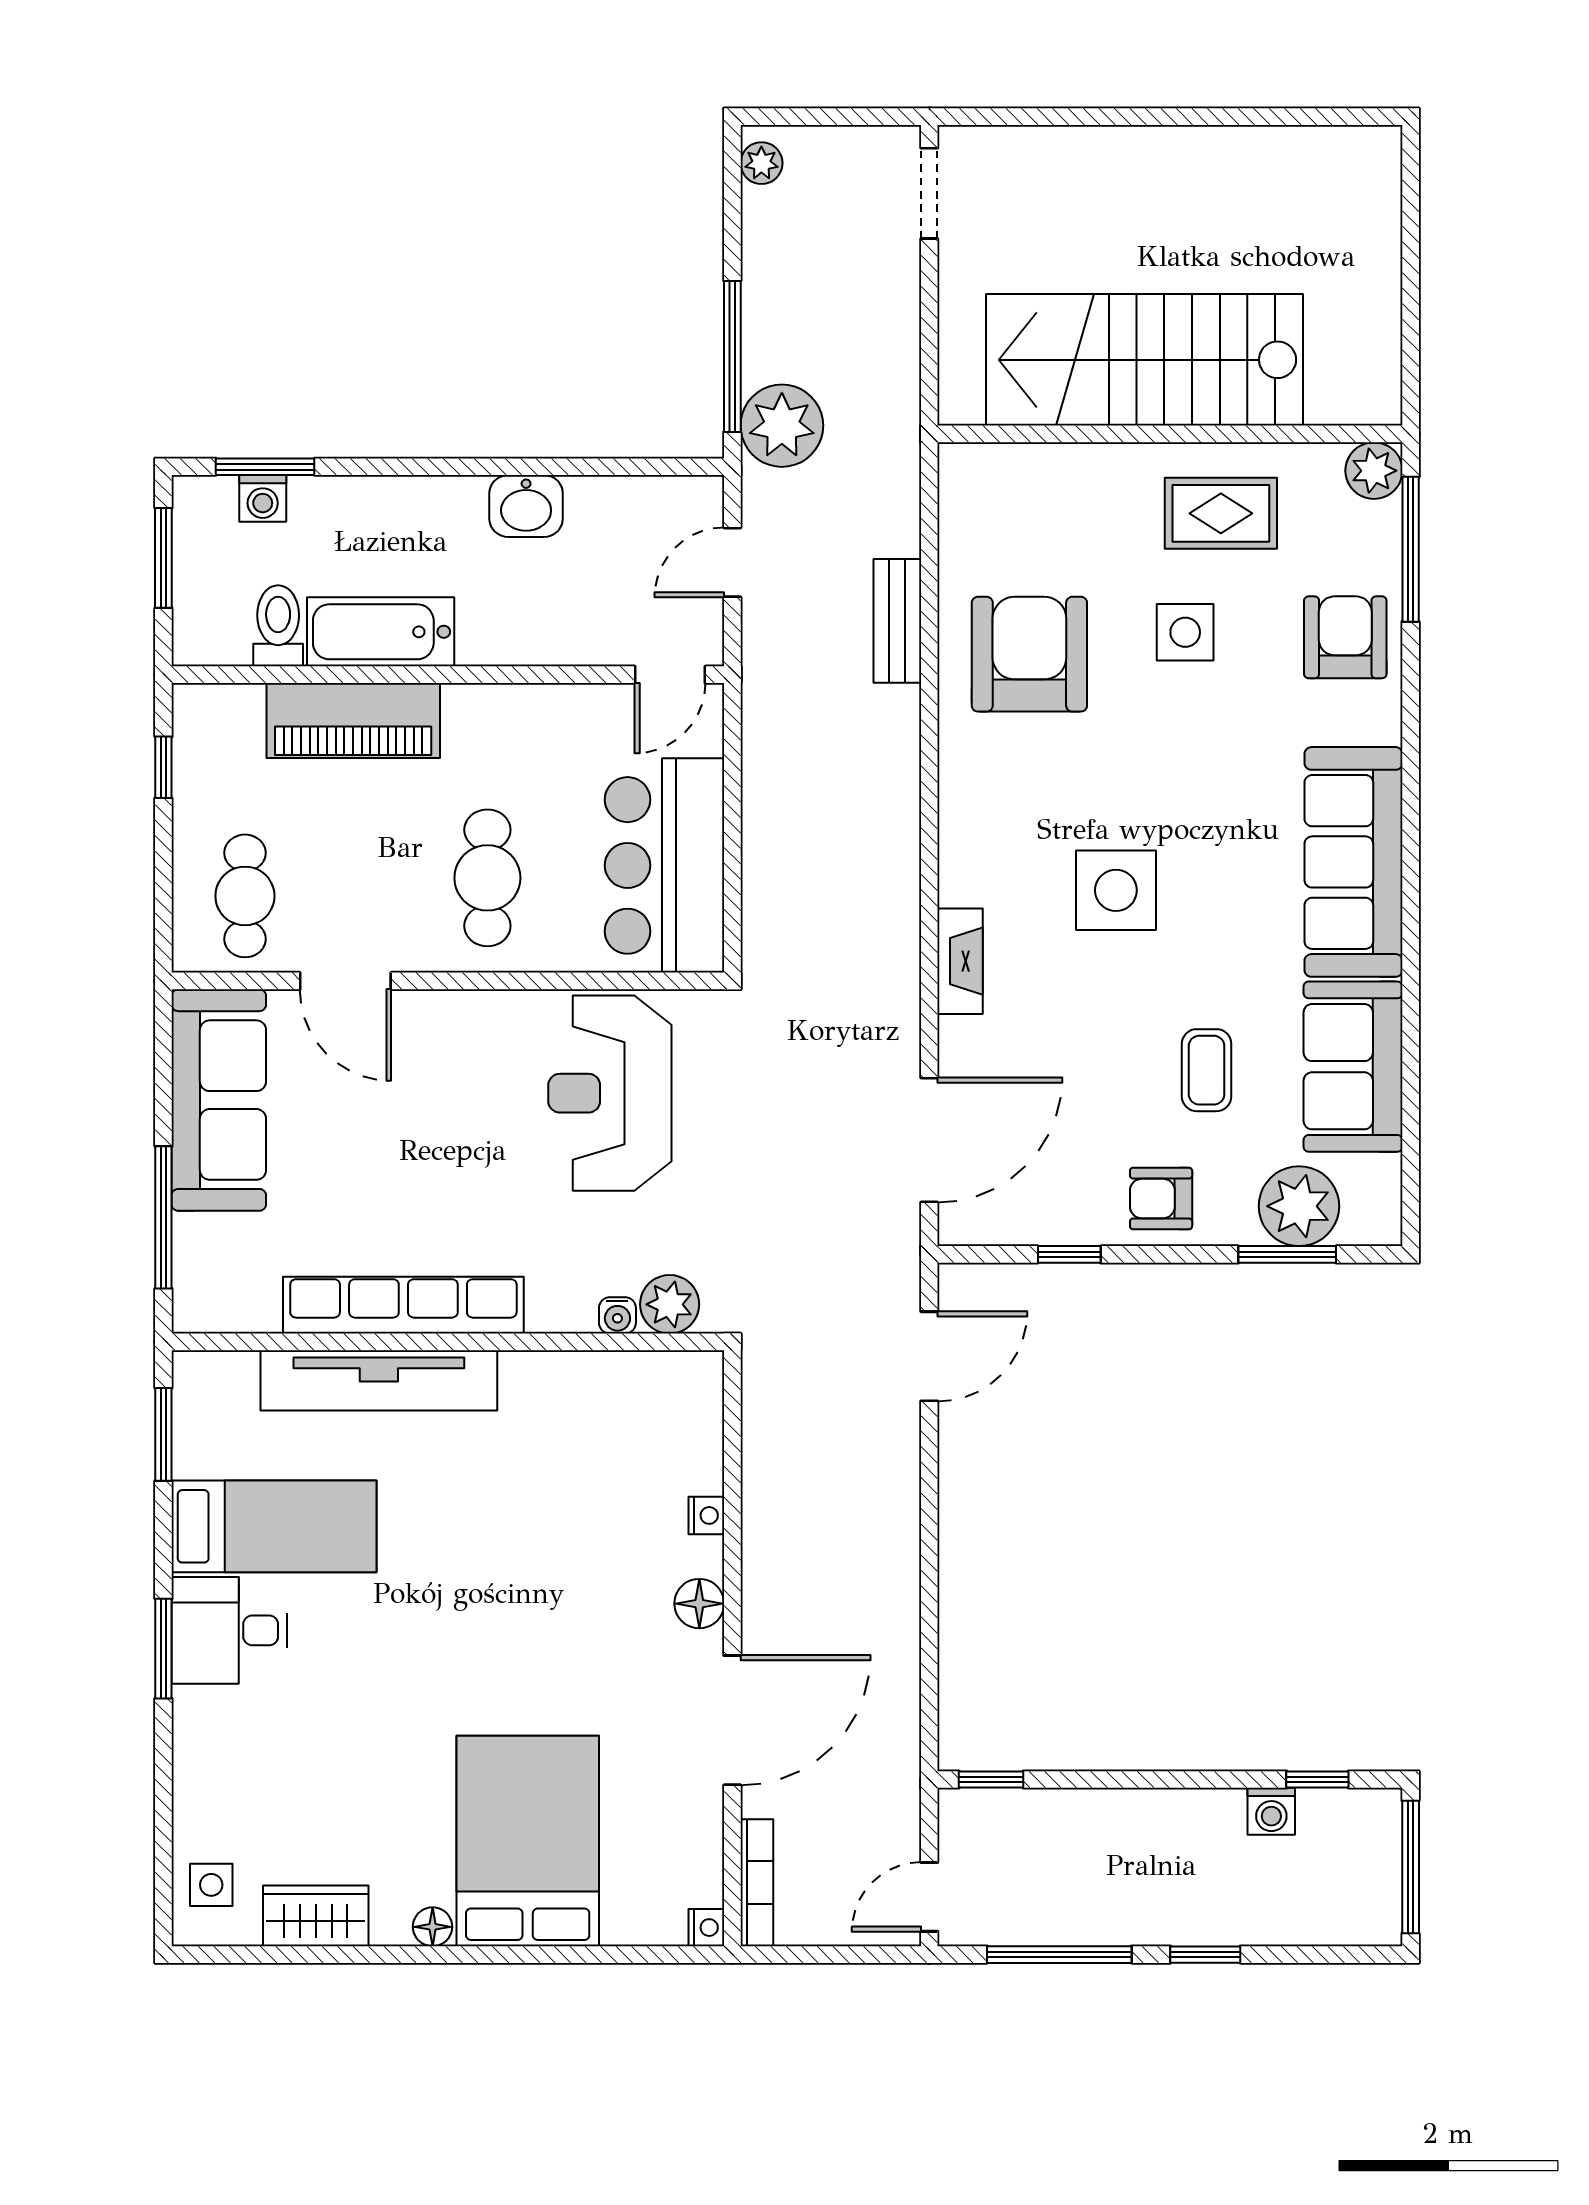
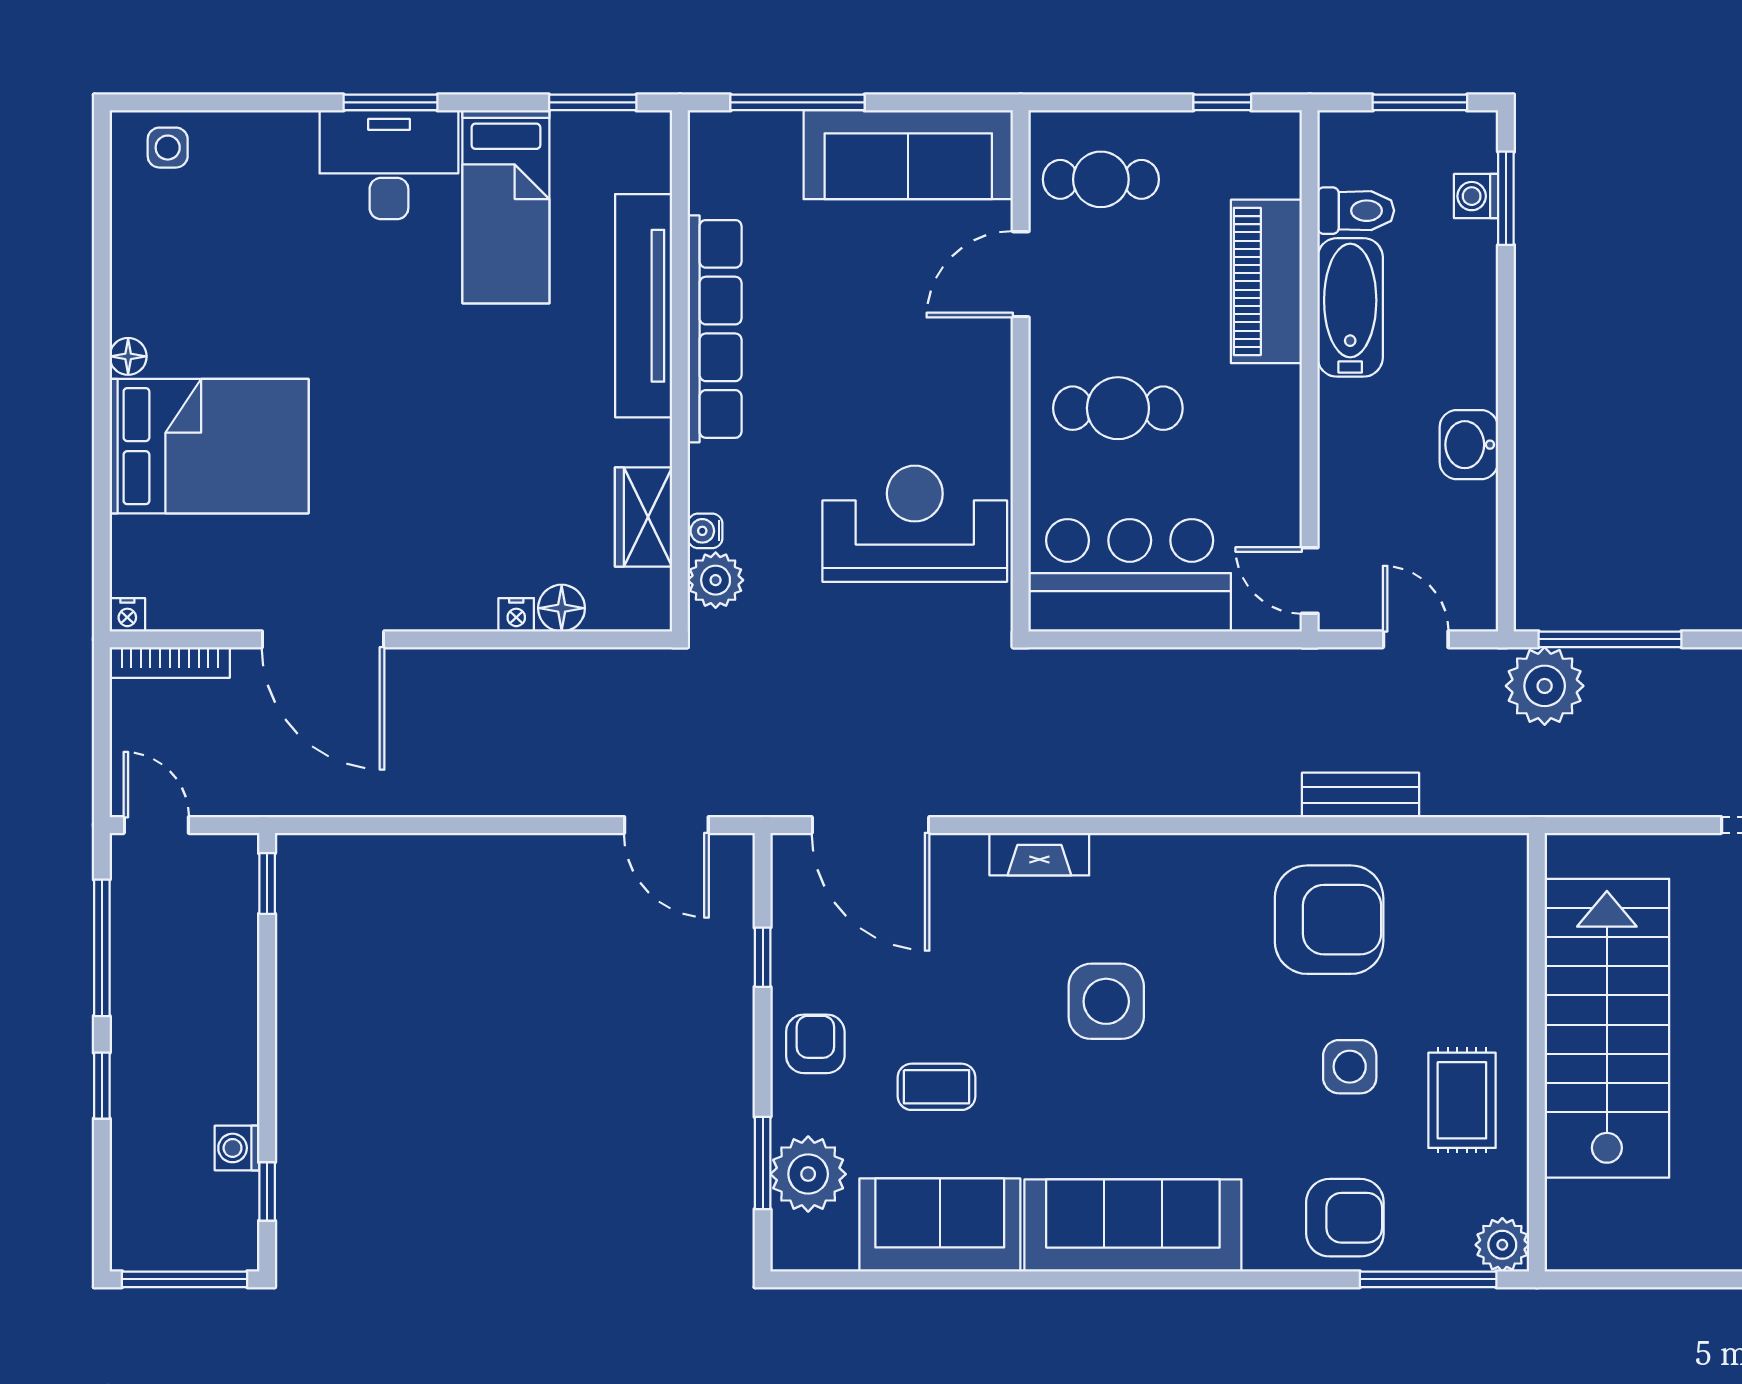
floor lamp: (699, 1604) -> (562, 608), moved
desk: (229, 1630) -> (389, 165), width x1.37
wardrobe: (316, 1916) -> (643, 517), moved, turned 180

